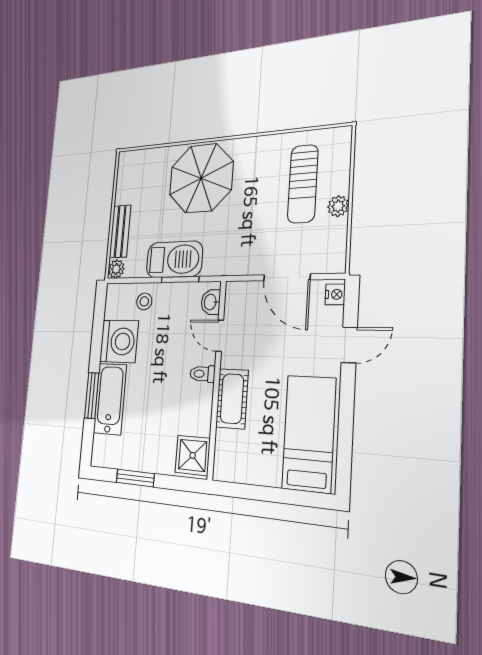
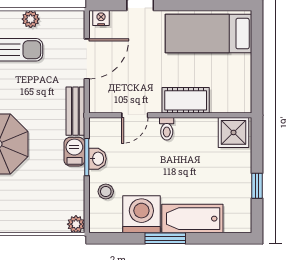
bench: (120, 231) -> (75, 111), moved, turned 90
barbecue: (174, 259) -> (74, 152), width x0.53, depth x0.65
washbasin: (211, 302) -> (98, 159), moved, turned -90
window: (92, 396) -> (165, 238), moved
window: (135, 478) -> (257, 186), width x0.67

